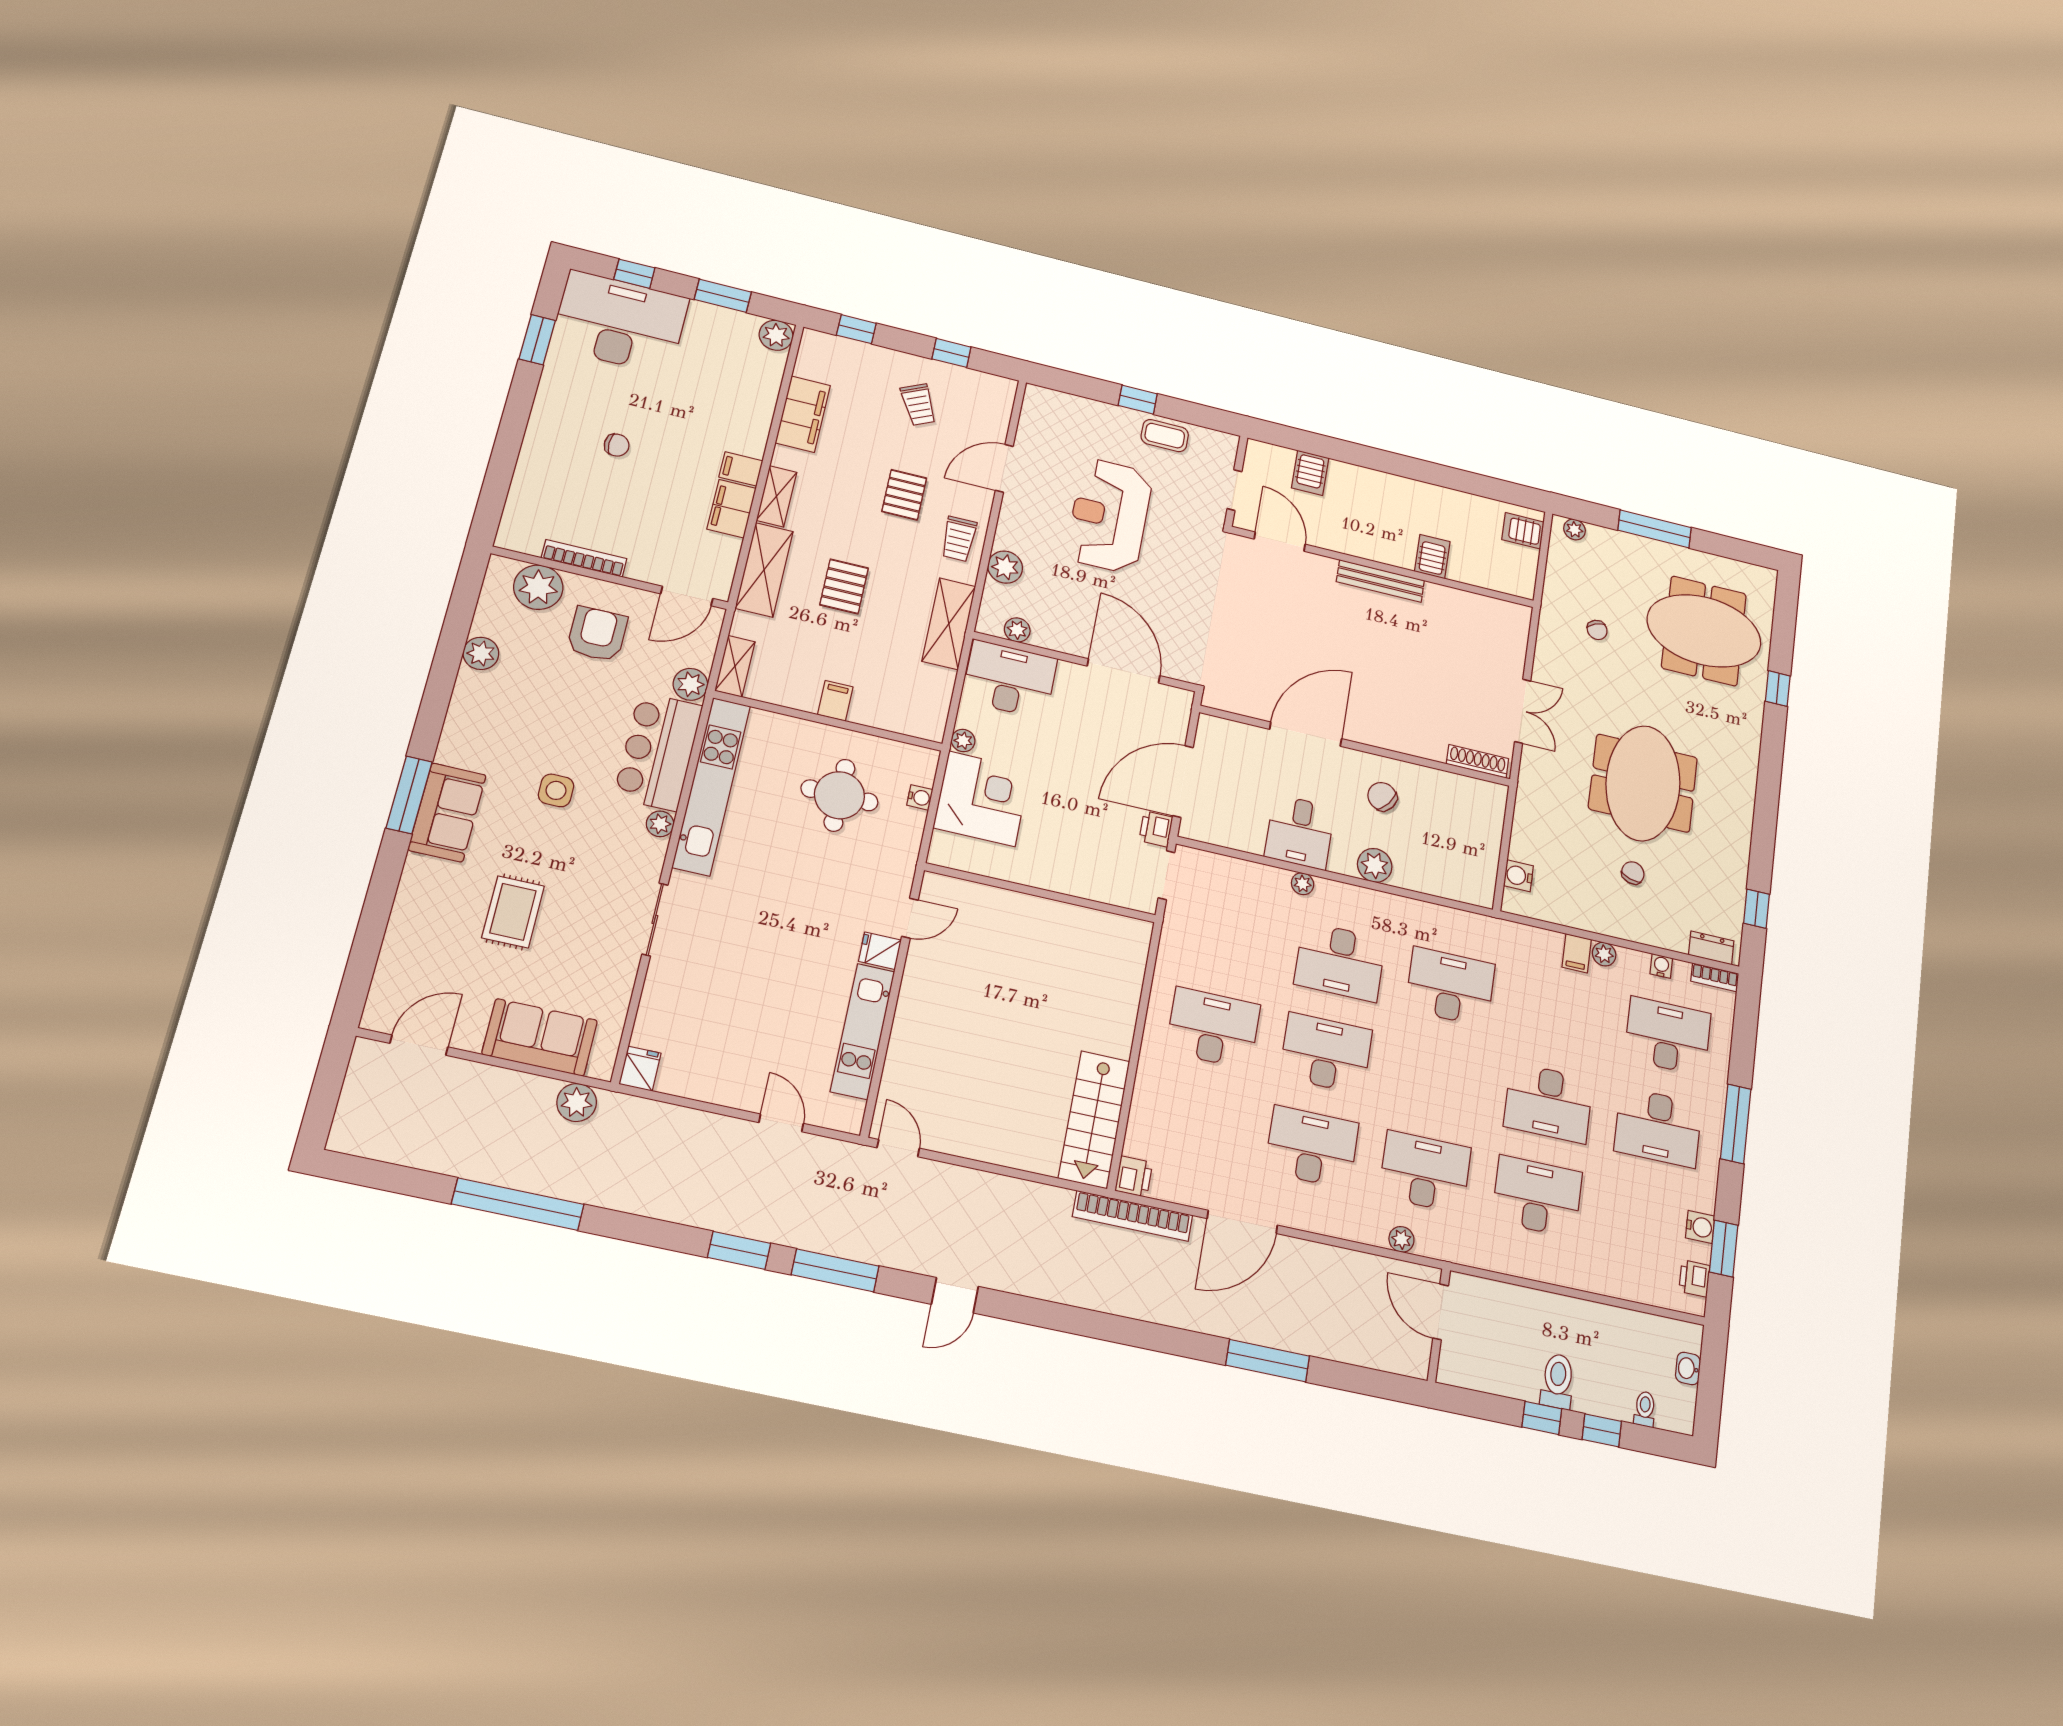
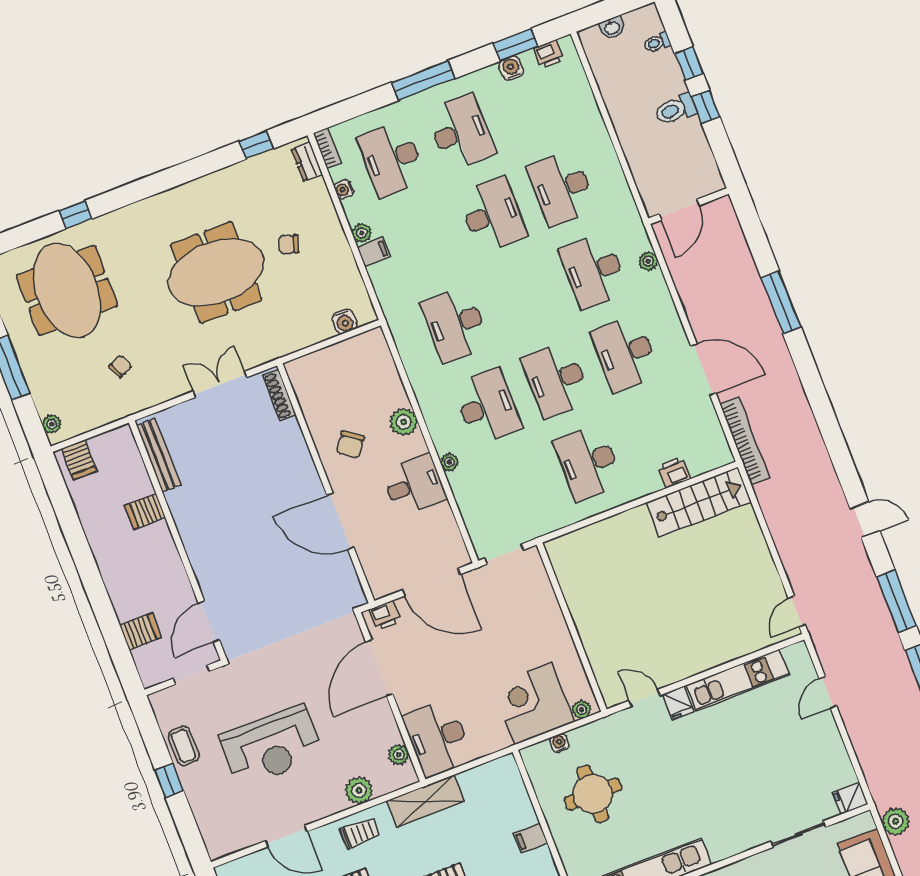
bench: (1380, 581) -> (159, 455), moved
plant: (963, 741) -> (582, 709), moved
printer: (1156, 829) -> (385, 615), moved
sliding door: (655, 919) -> (798, 834), moved
printer: (1134, 1177) -> (674, 473), moved

